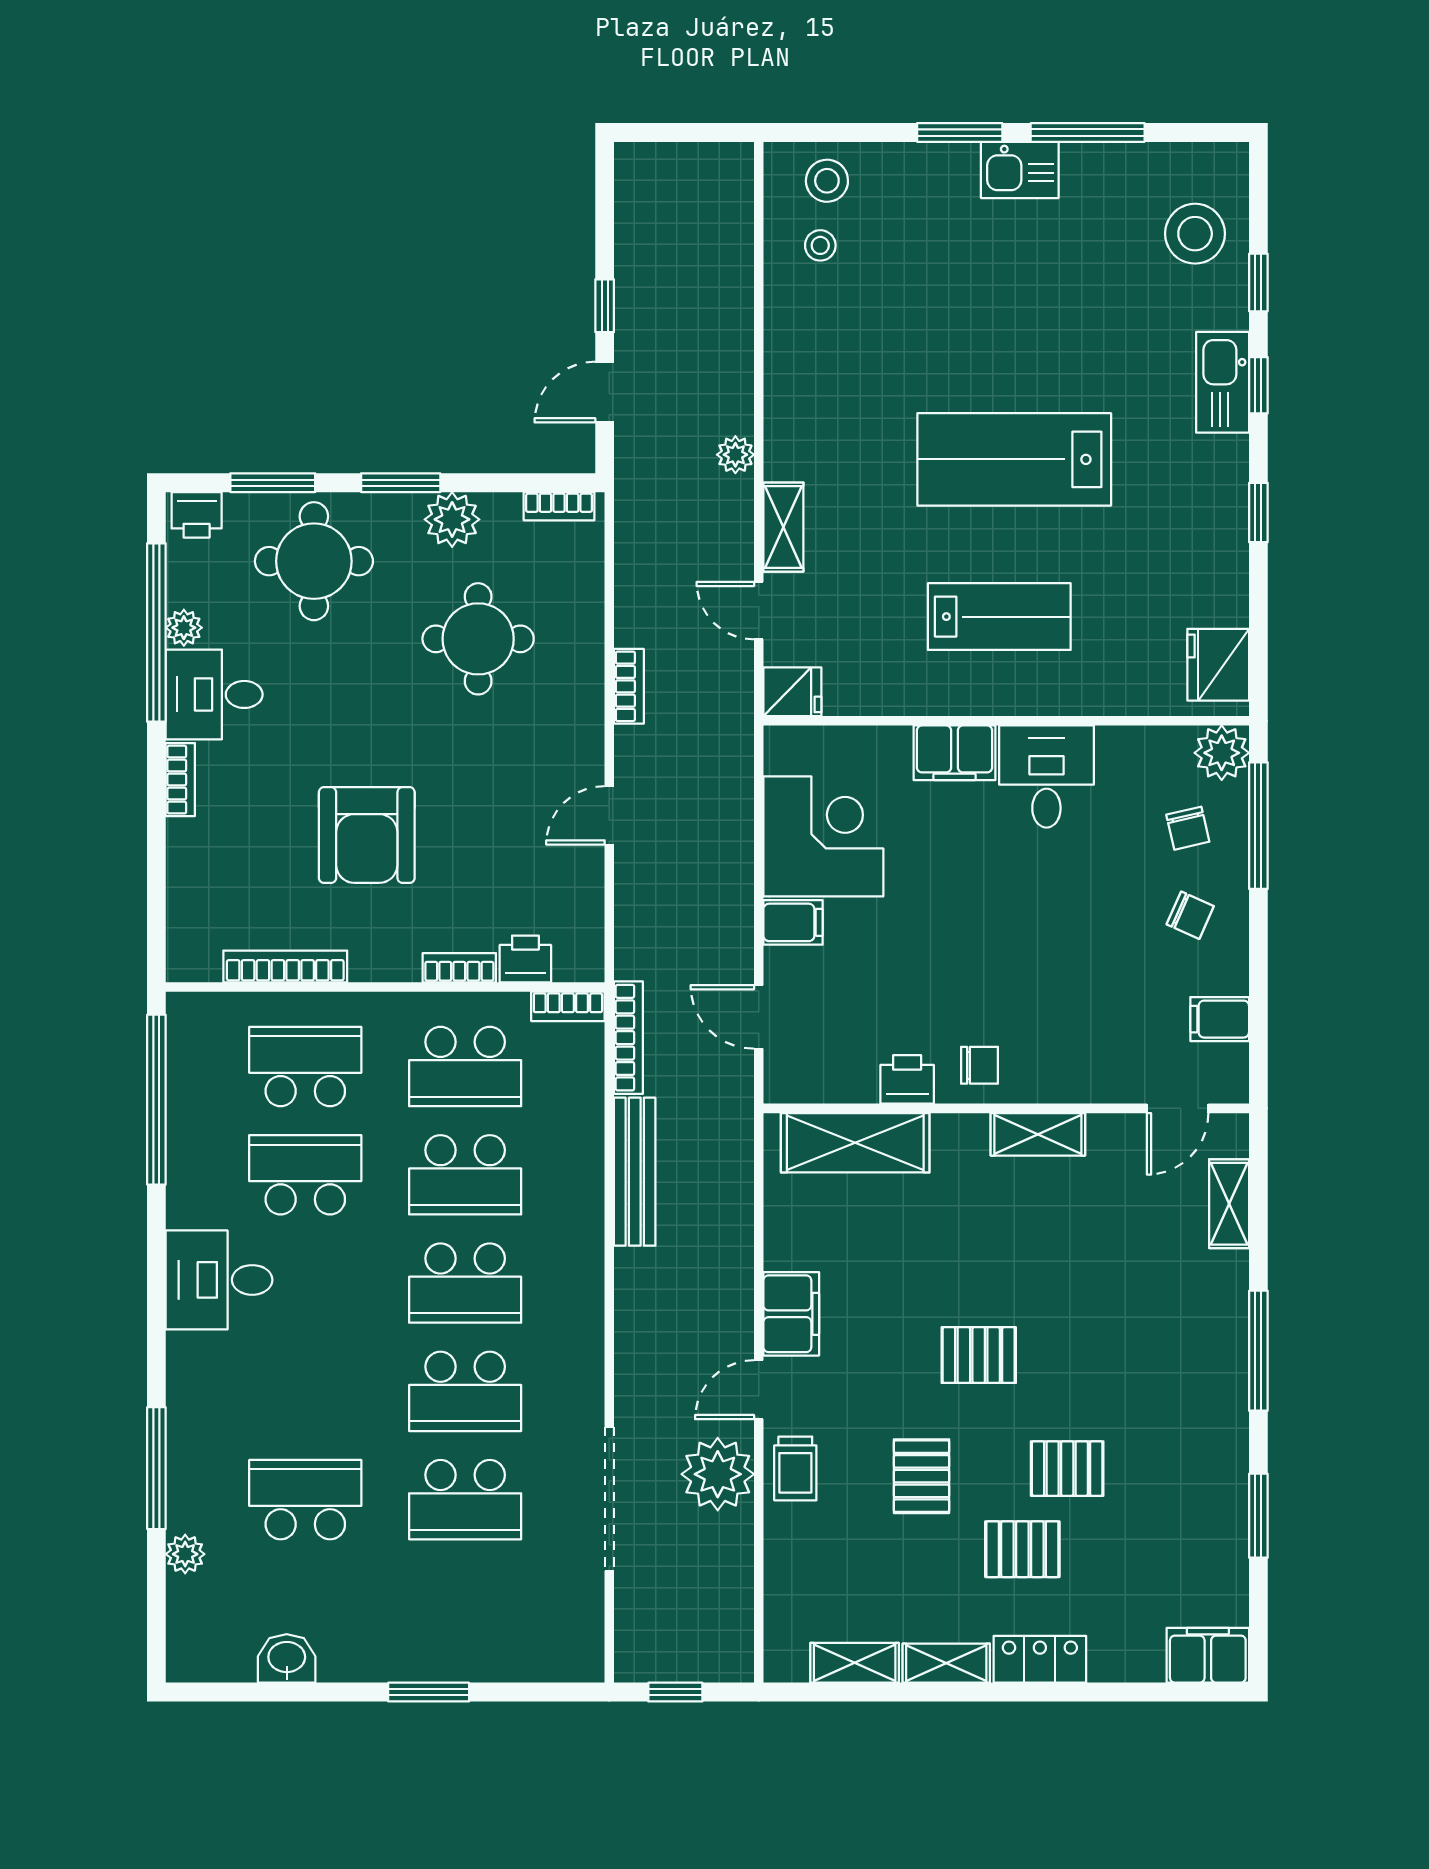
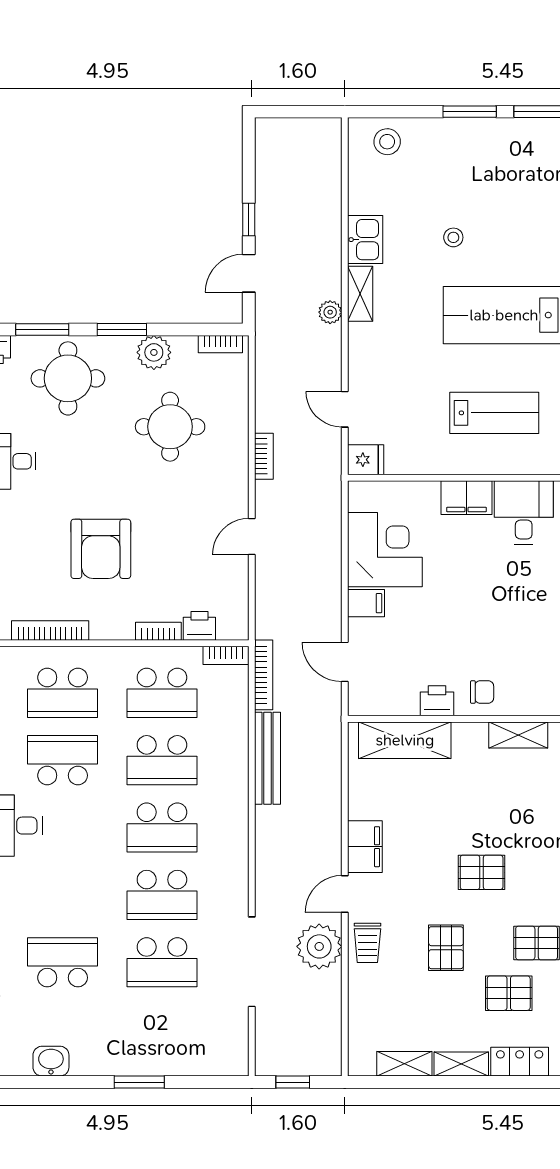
kitchen sink: (1020, 170) -> (365, 240), moved, turned -90
stool: (820, 245) -> (453, 237), moved
shelving: (783, 527) -> (360, 294), moved
school desk: (305, 1066) -> (63, 693), turned 180

